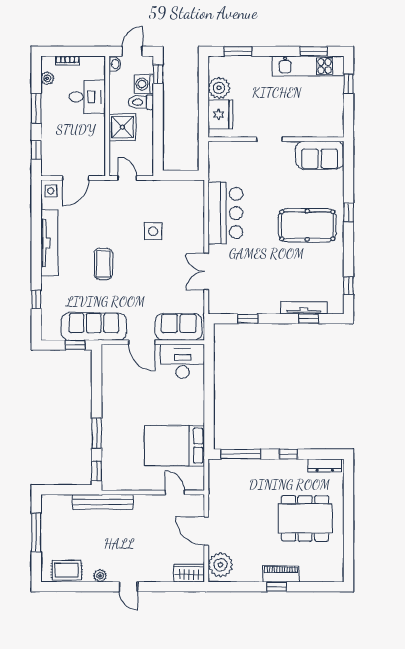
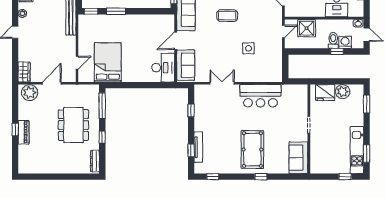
window: (158, 74) -> (337, 52), moved
shower: (122, 127) -> (307, 28), moved
dining table: (305, 518) -> (73, 125), moved

